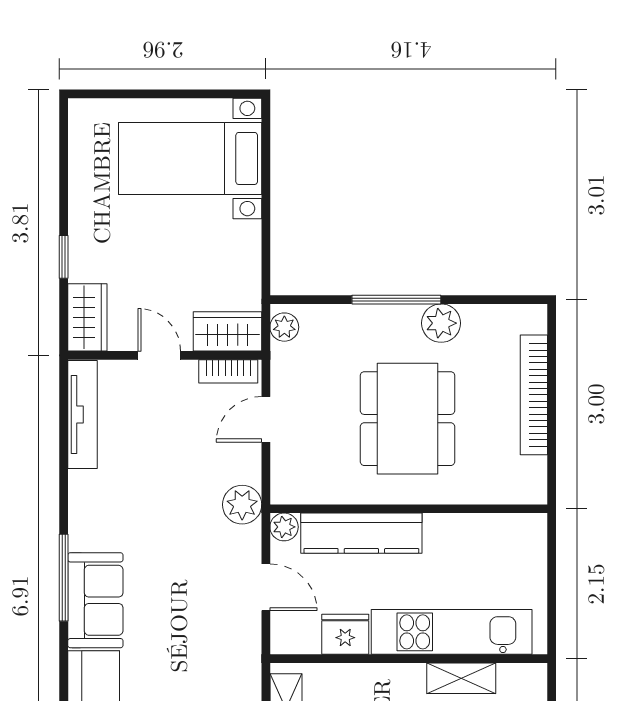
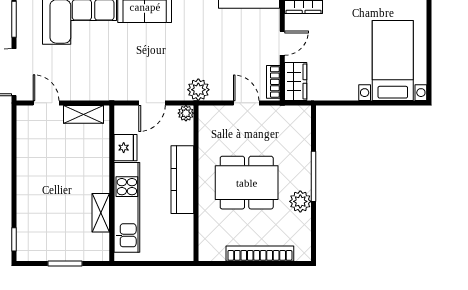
plant: (284, 327) -> (298, 113), removed
kitchen counter: (361, 533) -> (182, 180), moved

